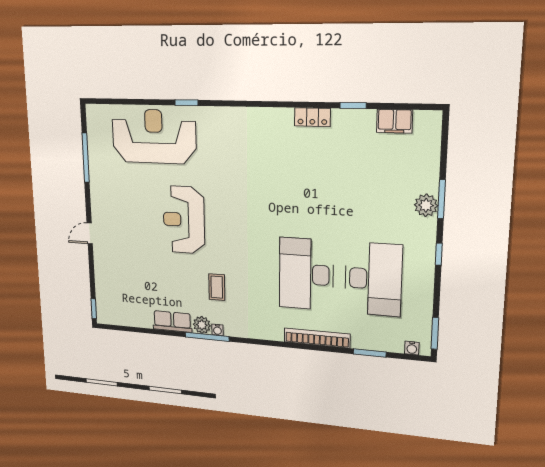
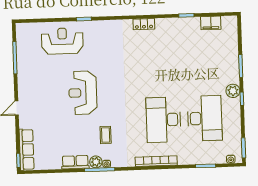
locker: (312, 117) -> (144, 24), moved
reception desk: (154, 137) -> (62, 41), width x0.74, depth x0.77
plant: (426, 205) -> (233, 91), moved
row of seats: (104, 295) -> (27, 150), added
bookcase: (317, 338) -> (156, 161), moved

